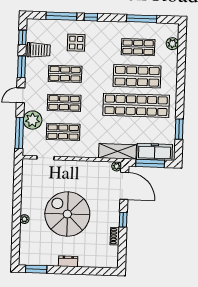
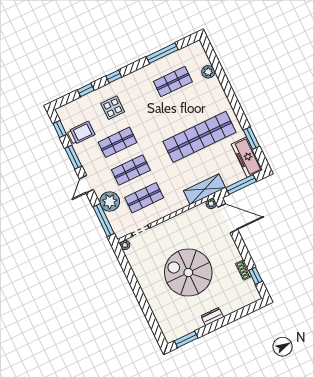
window: (61, 16) -> (86, 90), width x0.46
plant: (172, 44) -> (208, 72), moved
shop shelf: (137, 76) -> (186, 109), removed
freezer: (155, 152) -> (247, 157), moved, turned -90
plant: (24, 219) -> (125, 245), moved
window: (123, 220) -> (255, 276), moved

